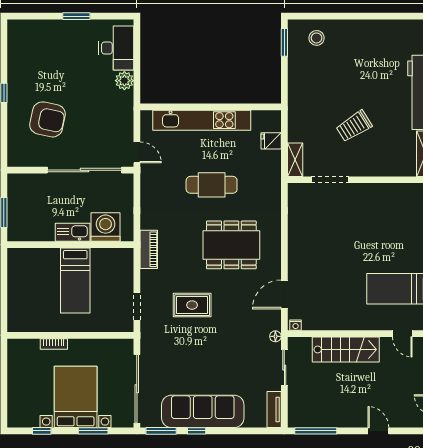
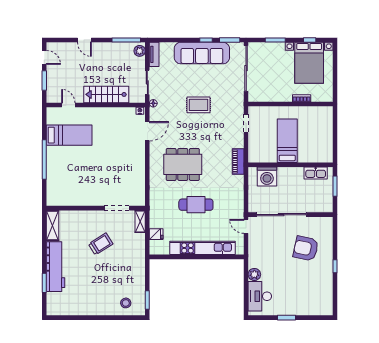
kitchen sink: (73, 232) -> (316, 173), moved
rug: (192, 305) -> (199, 105), moved
bed with nightstands: (76, 397) -> (309, 63), moved
plant: (296, 415) -> (140, 51), added

